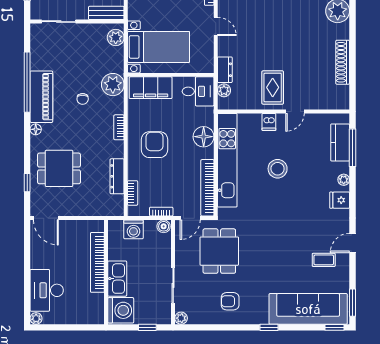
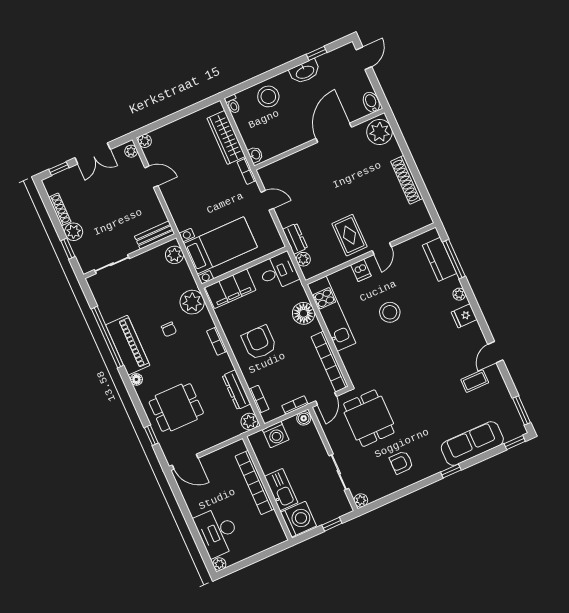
kitchen unit: (227, 160) -> (331, 314), width x0.73
plant: (116, 208) -> (250, 422), added
sofa: (308, 309) -> (472, 444), width x0.74, depth x0.79

